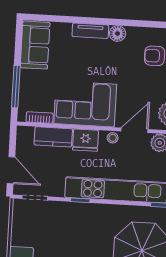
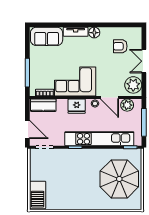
sofa: (35, 45) -> (47, 36), moved, turned 90
door: (135, 130) -> (110, 98), swing flipped
kitchen counter: (53, 137) -> (43, 105), moved

